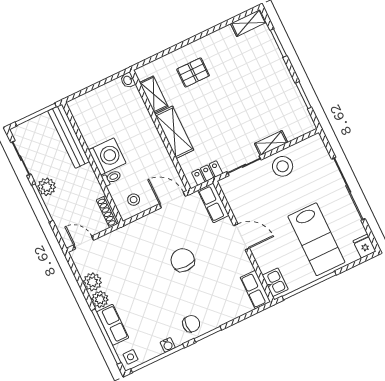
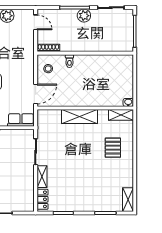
shelving: (154, 94) -> (121, 115), moved
bench: (69, 136) -> (110, 46), removed
washing machine: (107, 157) -> (85, 65), removed
stool: (283, 166) -> (23, 177), removed
locker: (207, 173) -> (42, 199), moved
door: (84, 243) -> (36, 22), hinge flipped

